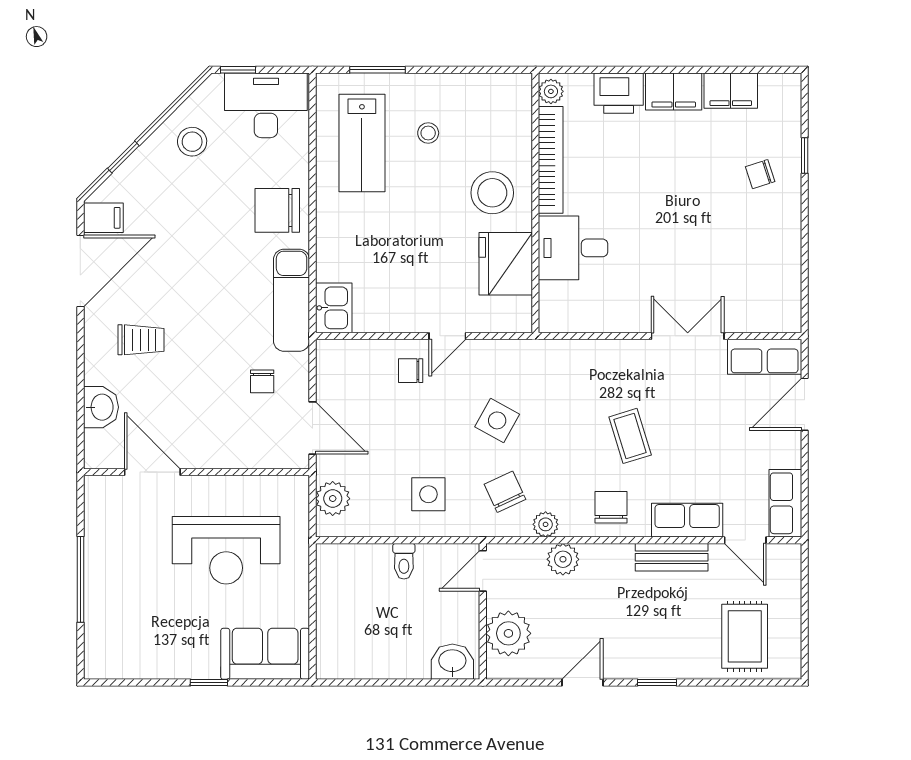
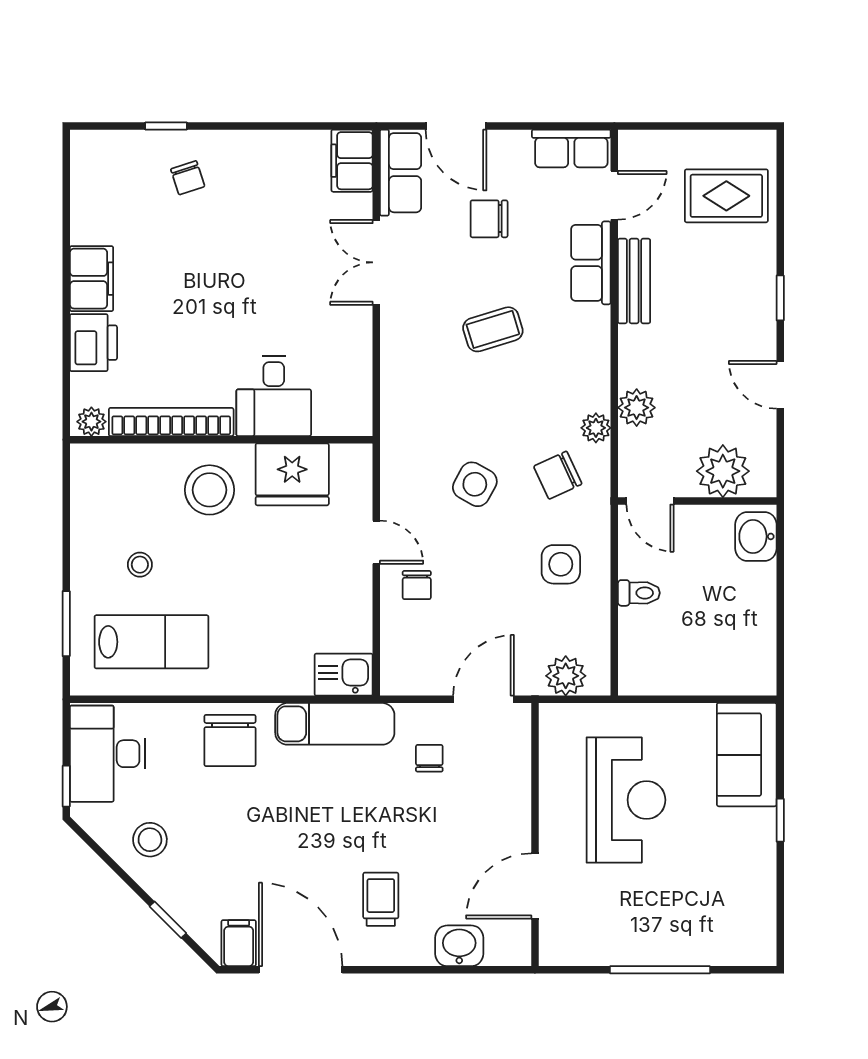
filing cabinet: (731, 91) -> (352, 161), moved, turned 180
chair: (262, 381) -> (429, 758), turned -90
chair: (611, 507) -> (489, 219), moved

